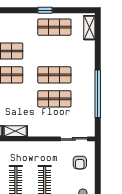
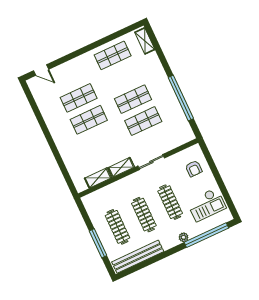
window: (45, 10) -> (97, 44), removed
sliding door: (74, 139) -> (151, 162), moved

